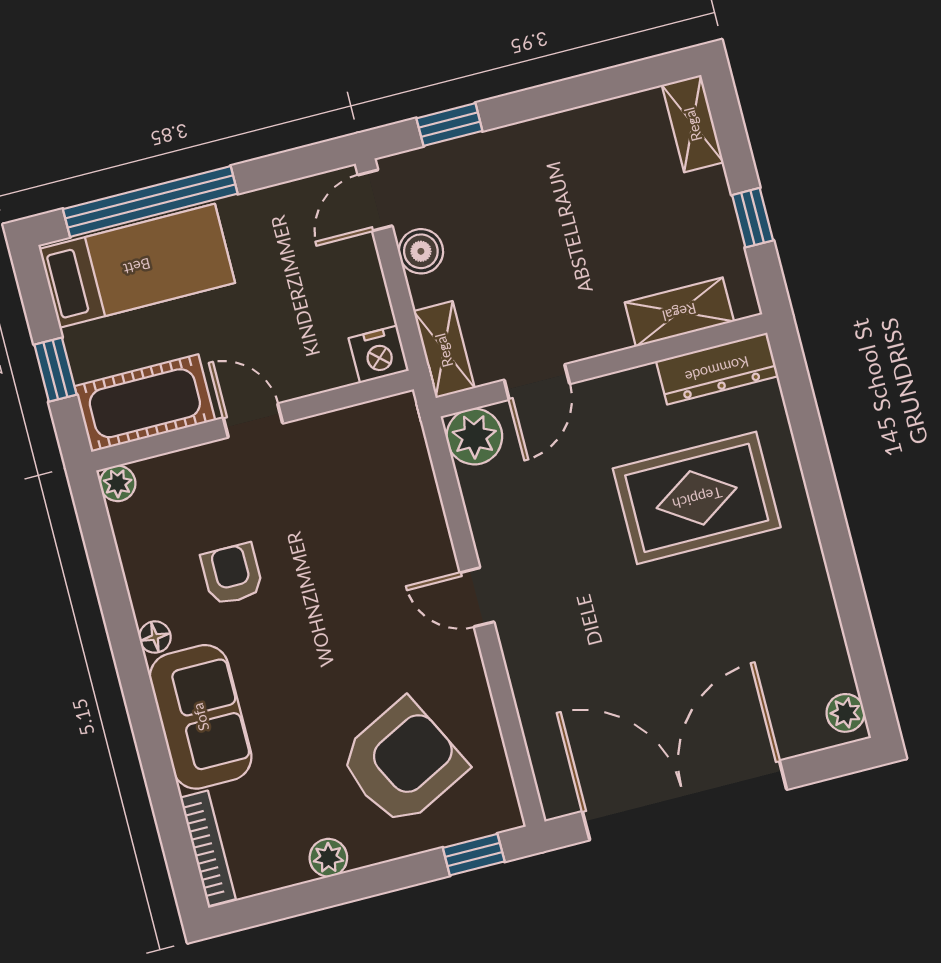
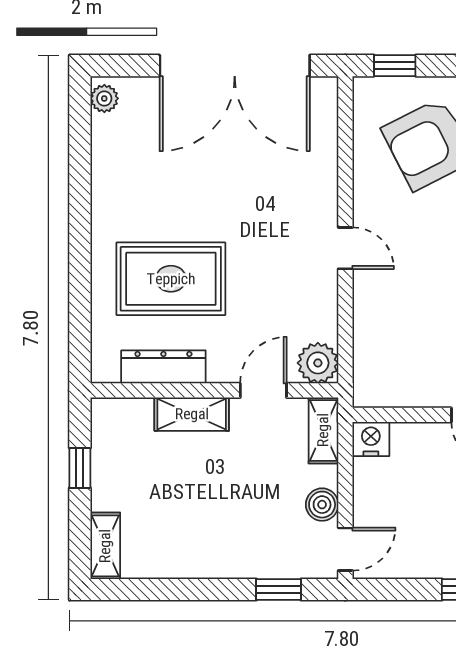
shelving: (679, 312) -> (192, 414), moved
dresser: (717, 369) -> (163, 367), moved

